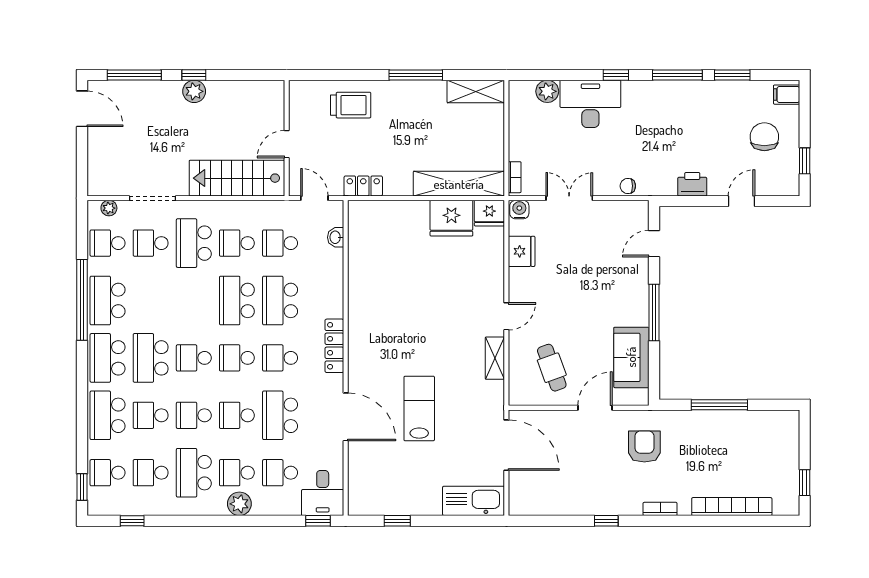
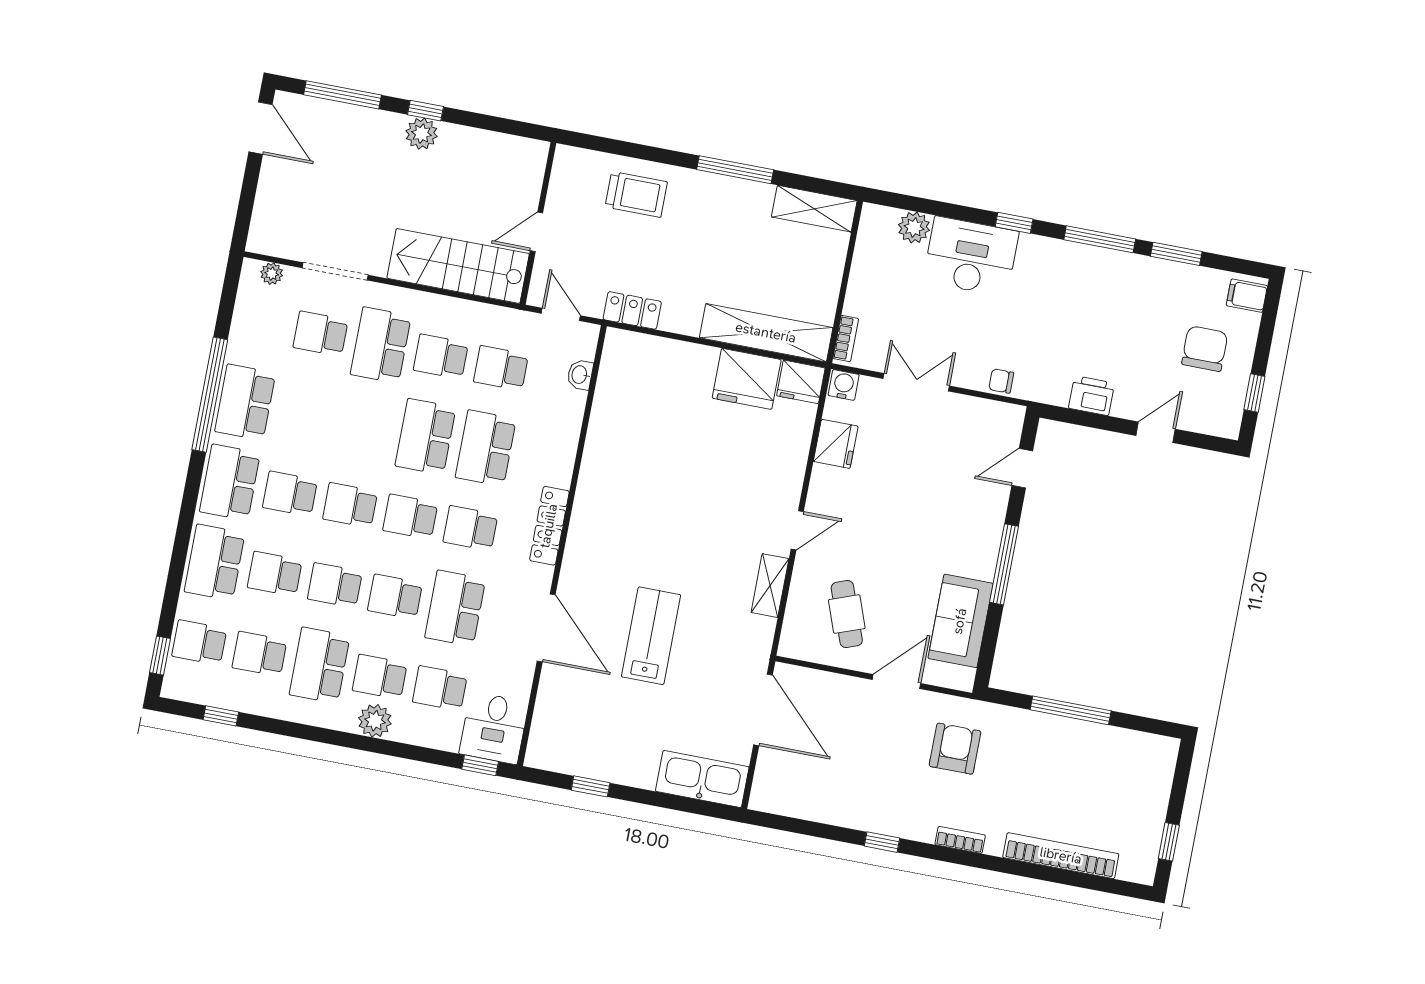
school desk: (108, 243) -> (260, 322), removed
school desk: (151, 358) -> (290, 494), width x0.54

